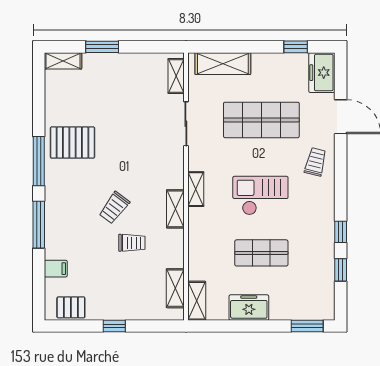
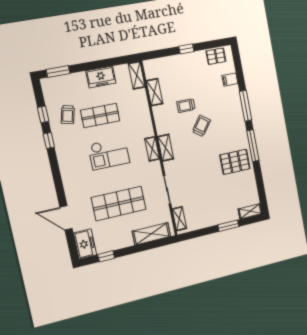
trolley: (315, 162) -> (68, 115), moved
shelving: (175, 209) -> (166, 148), moved
shelving: (175, 288) -> (155, 92), moved

